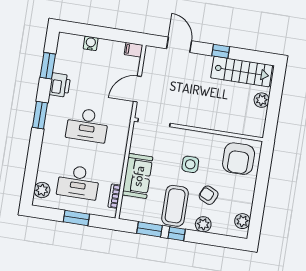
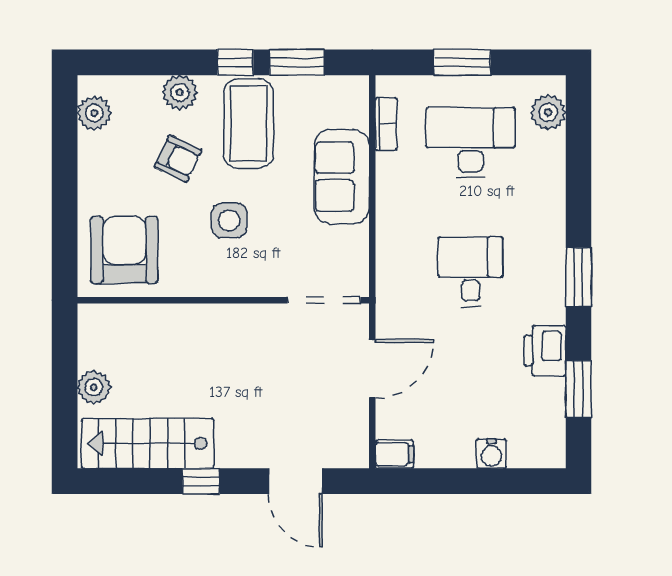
desk: (87, 125) -> (471, 272), width x0.73

